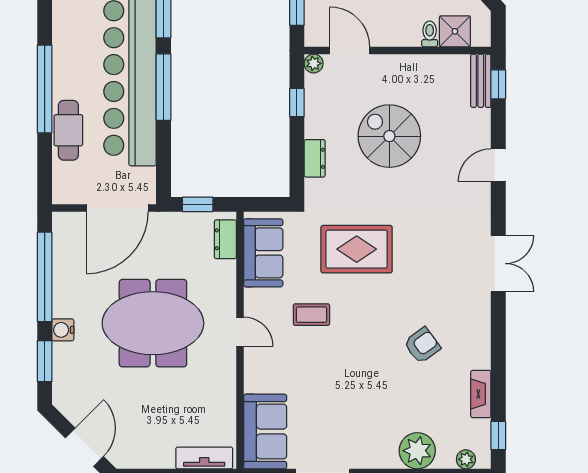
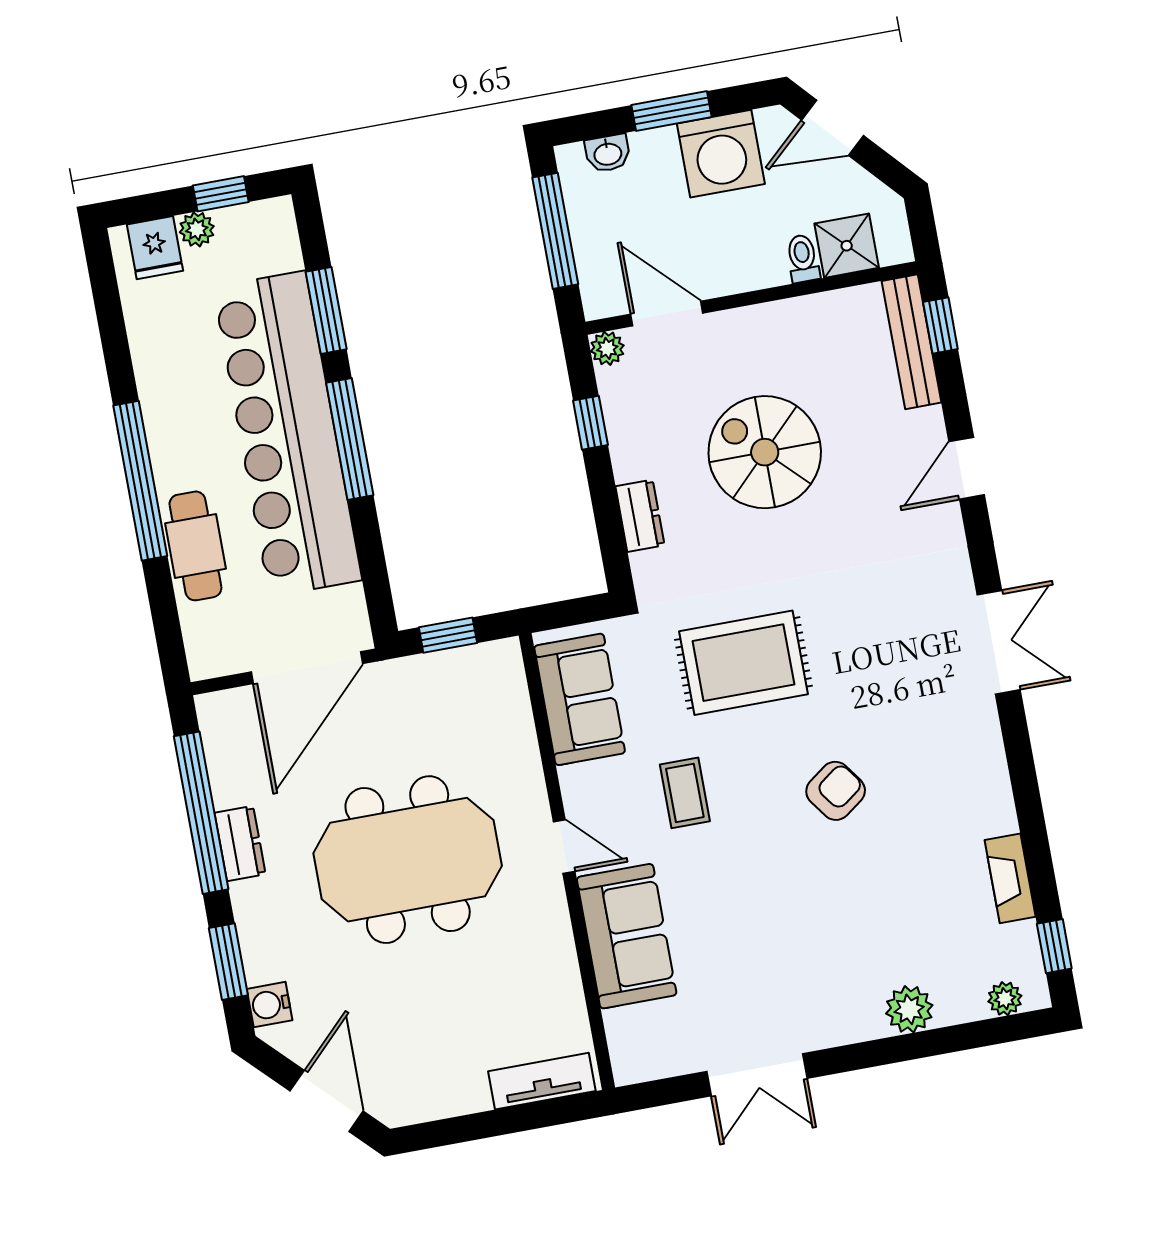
bench: (481, 81) -> (911, 342), width x1.36
dresser: (225, 239) -> (240, 844), moved, turned 180
coffee table: (311, 315) -> (685, 793), turned 90
water cooler: (63, 330) -> (270, 1005), moved
armchair: (422, 345) -> (836, 791), moved
sofa: (265, 431) -> (627, 936), moved
plant: (417, 451) -> (909, 1009), width x0.73, depth x0.73

